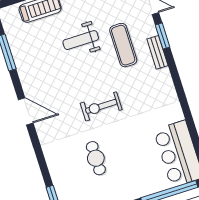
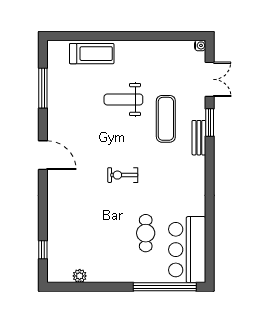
exercise bike: (101, 106) -> (123, 175), width x0.73, depth x0.72
cafe table: (96, 158) -> (146, 233), moved

